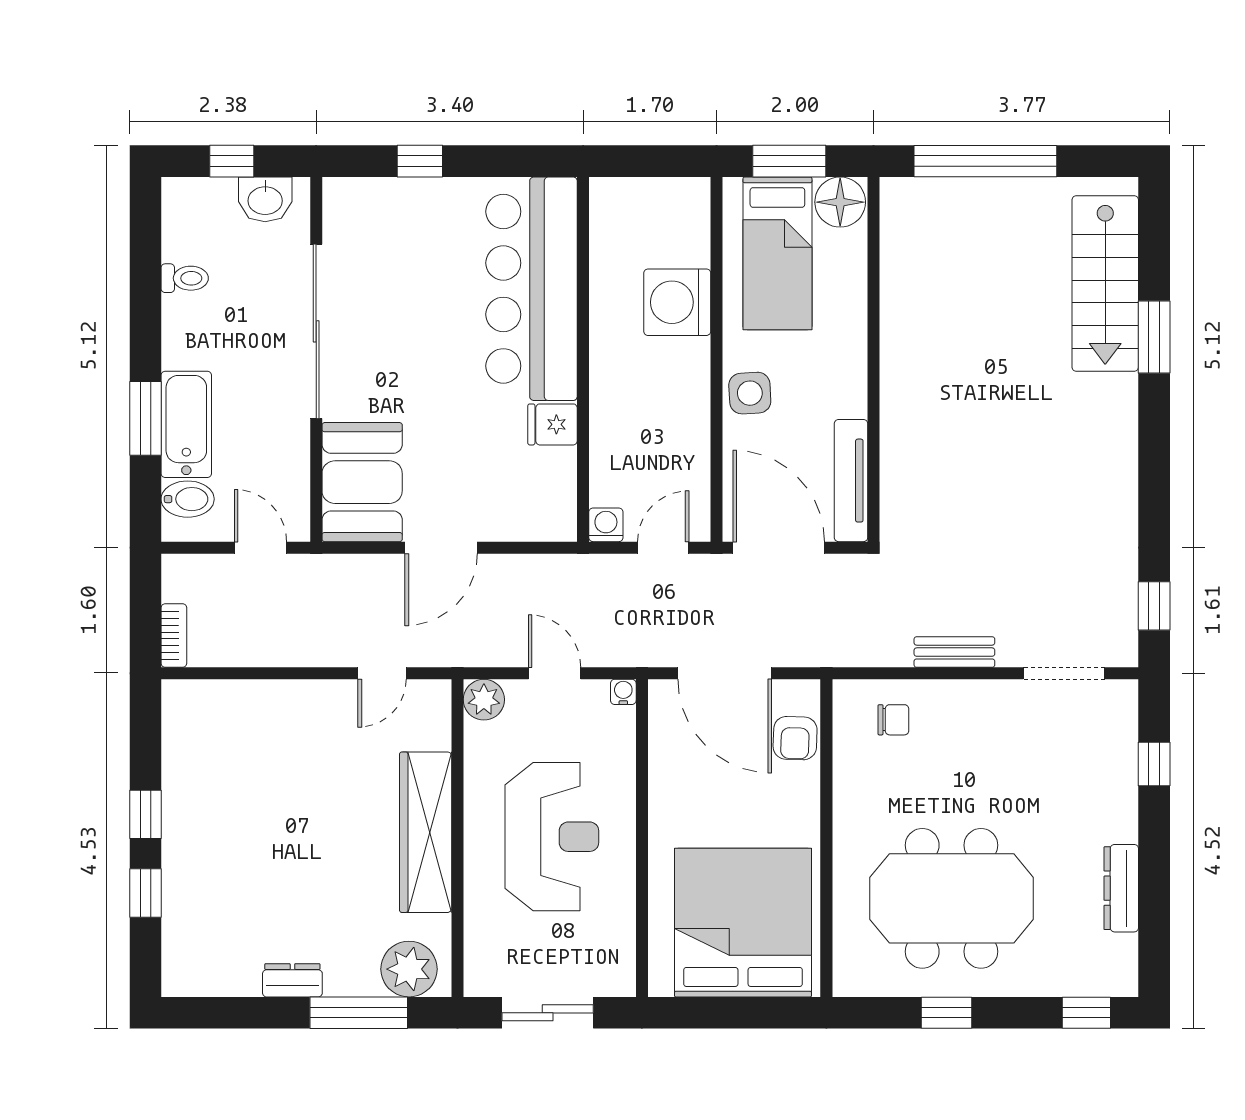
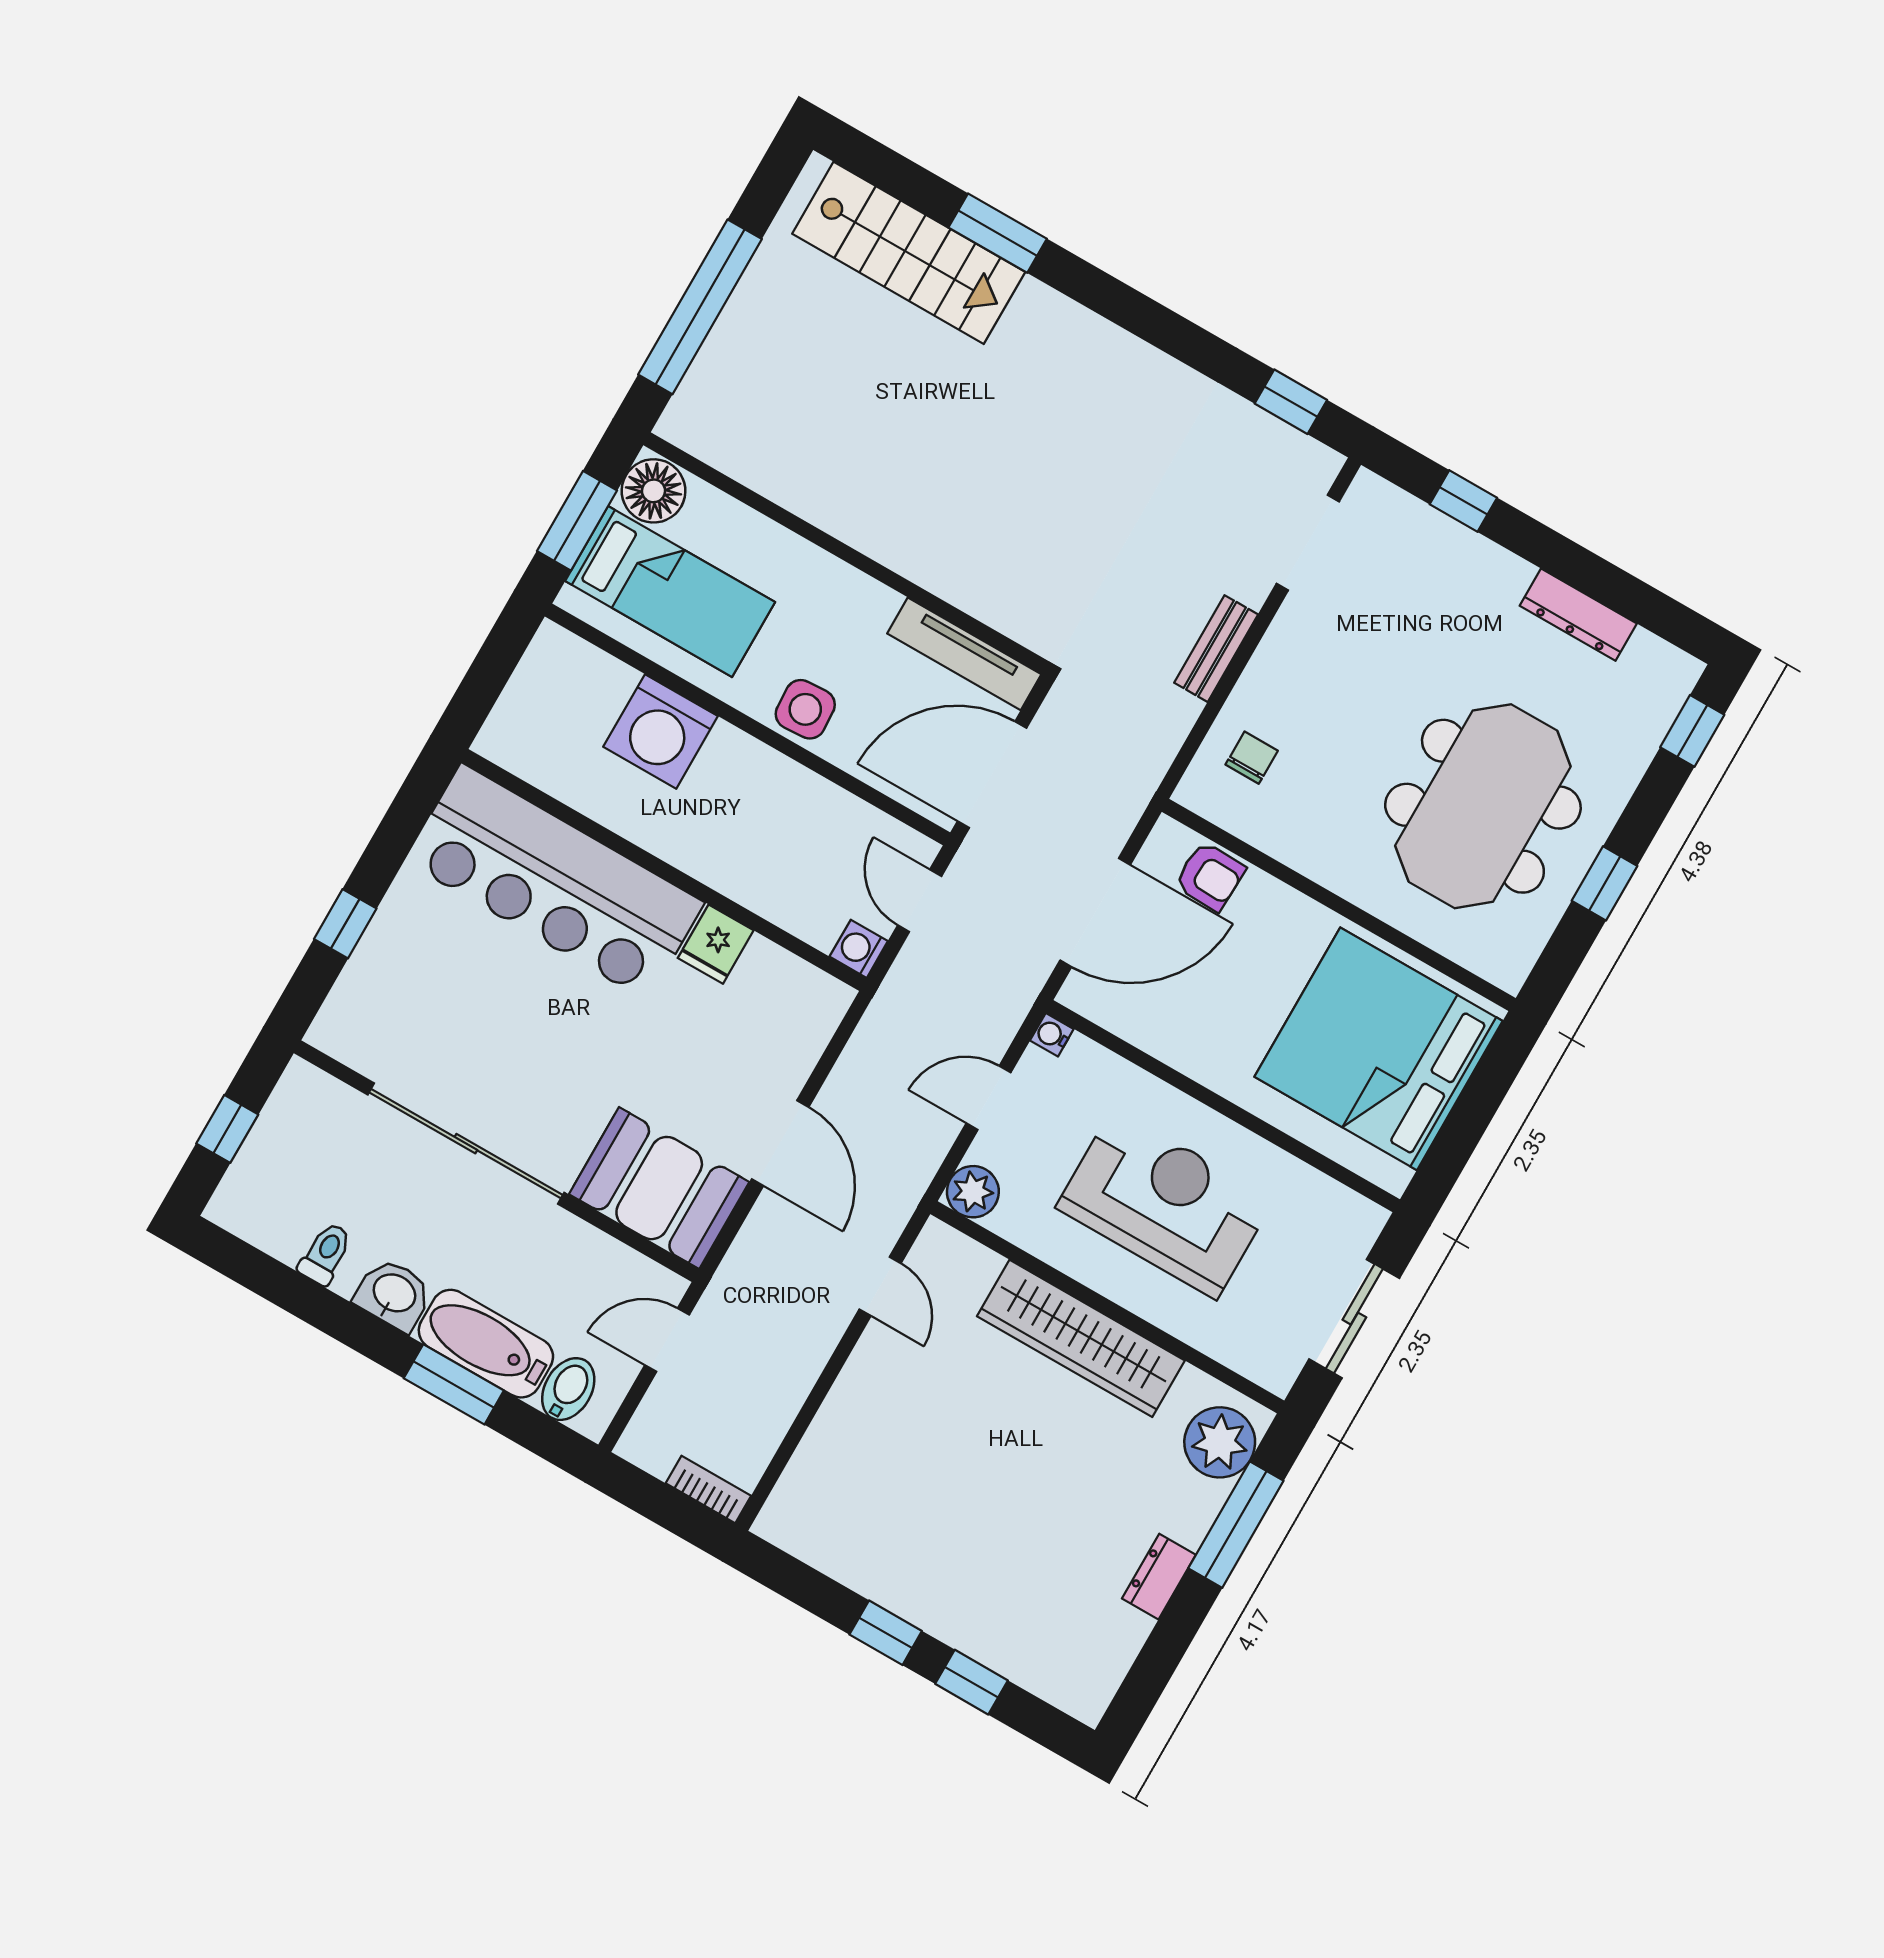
washbasin: (265, 199) -> (394, 1294), moved, turned -90

